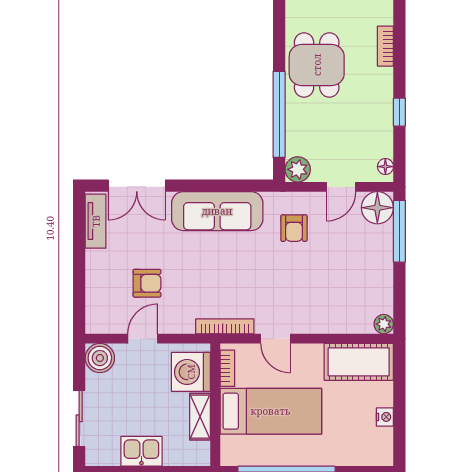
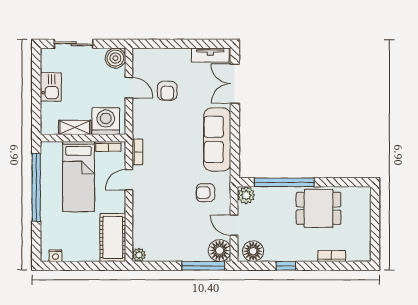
floor lamp: (385, 167) -> (253, 251), width x1.89, depth x1.89
bookcase: (225, 326) -> (137, 152), width x0.64
nightstand: (385, 417) -> (55, 256), moved

